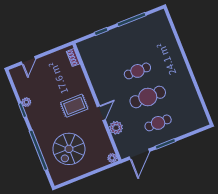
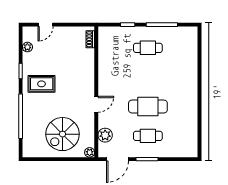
cafe table: (137, 71) -> (148, 48), moved
plant: (26, 102) -> (27, 47), moved
rug: (74, 106) -> (42, 84), moved
plant: (116, 128) -> (105, 135), moved
spiral stairs: (69, 149) -> (62, 134), moved

